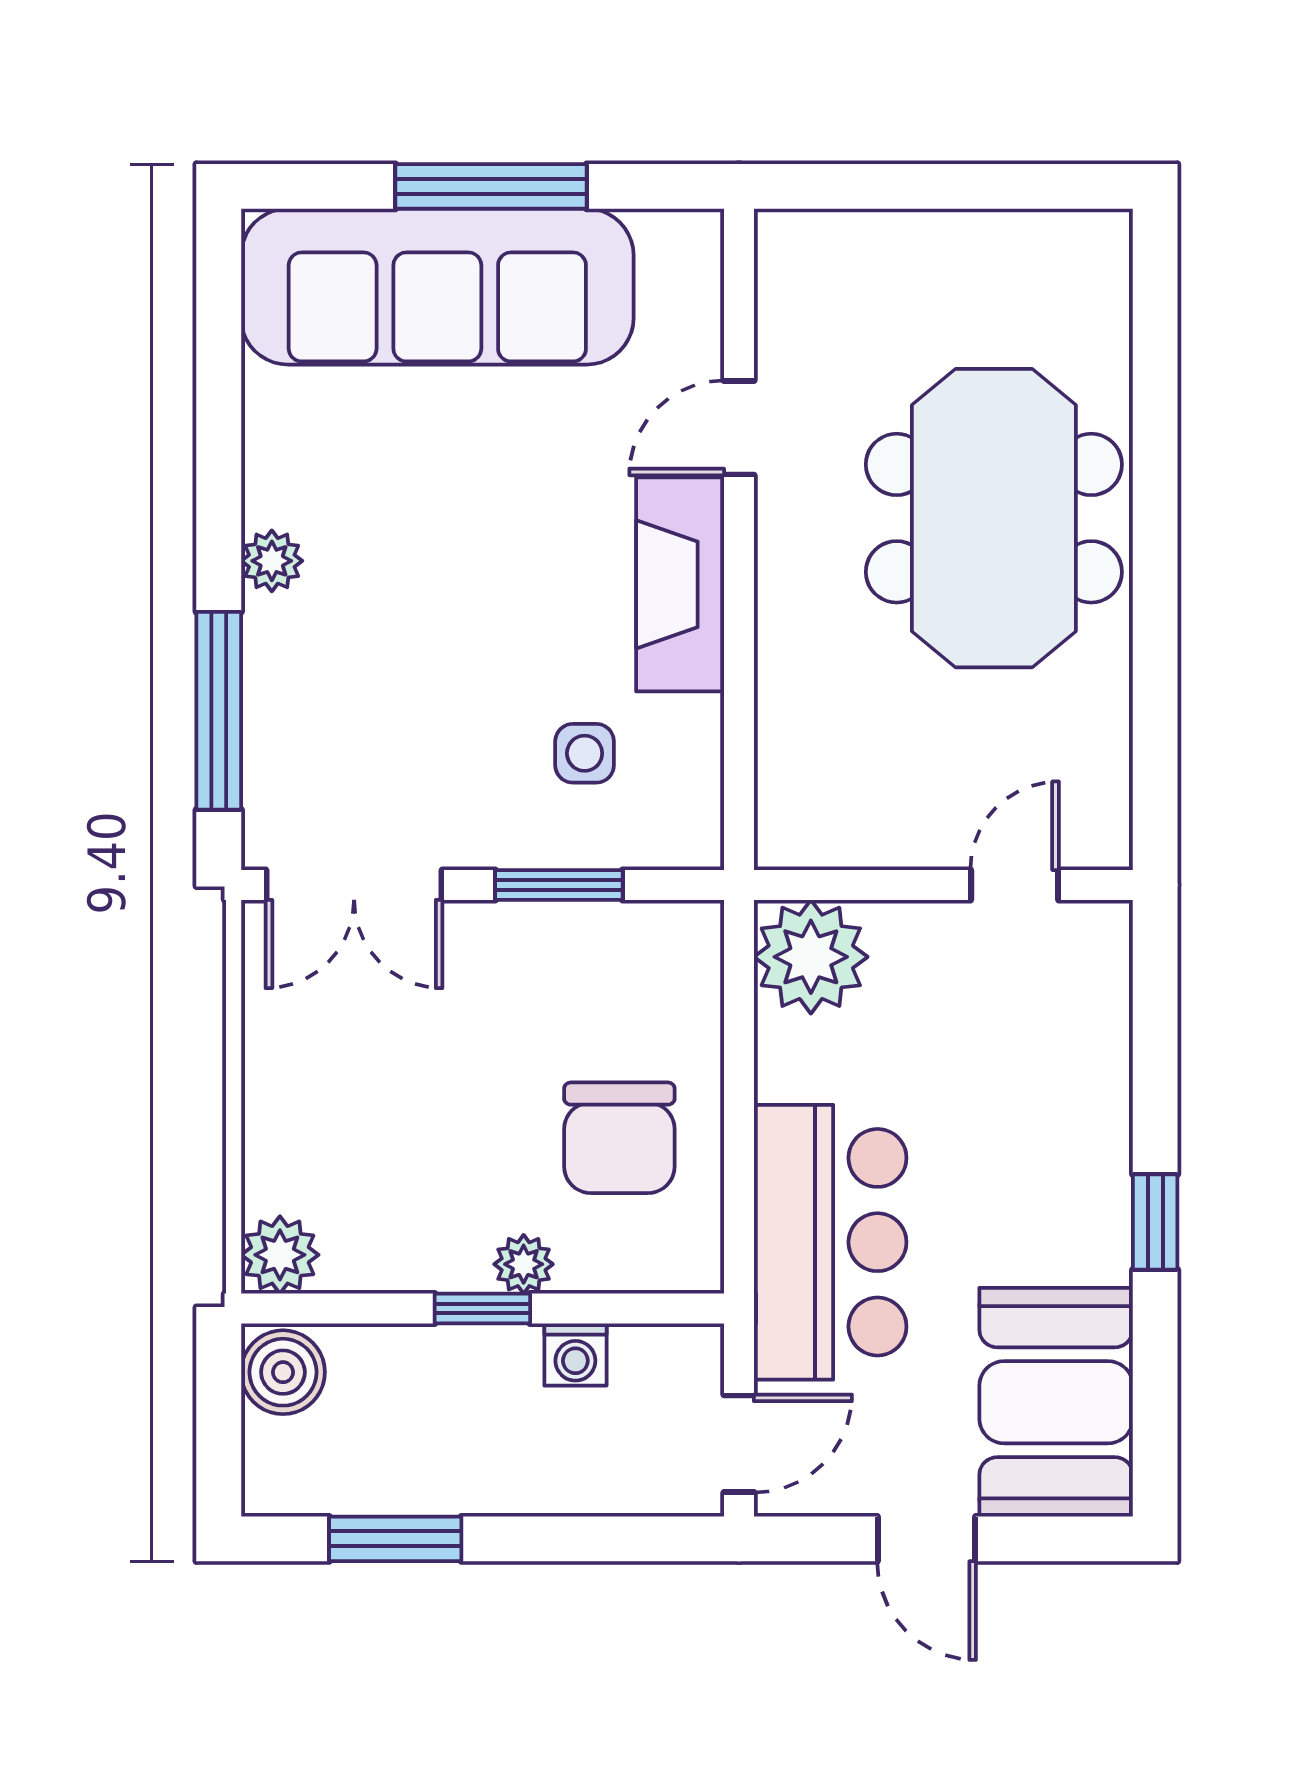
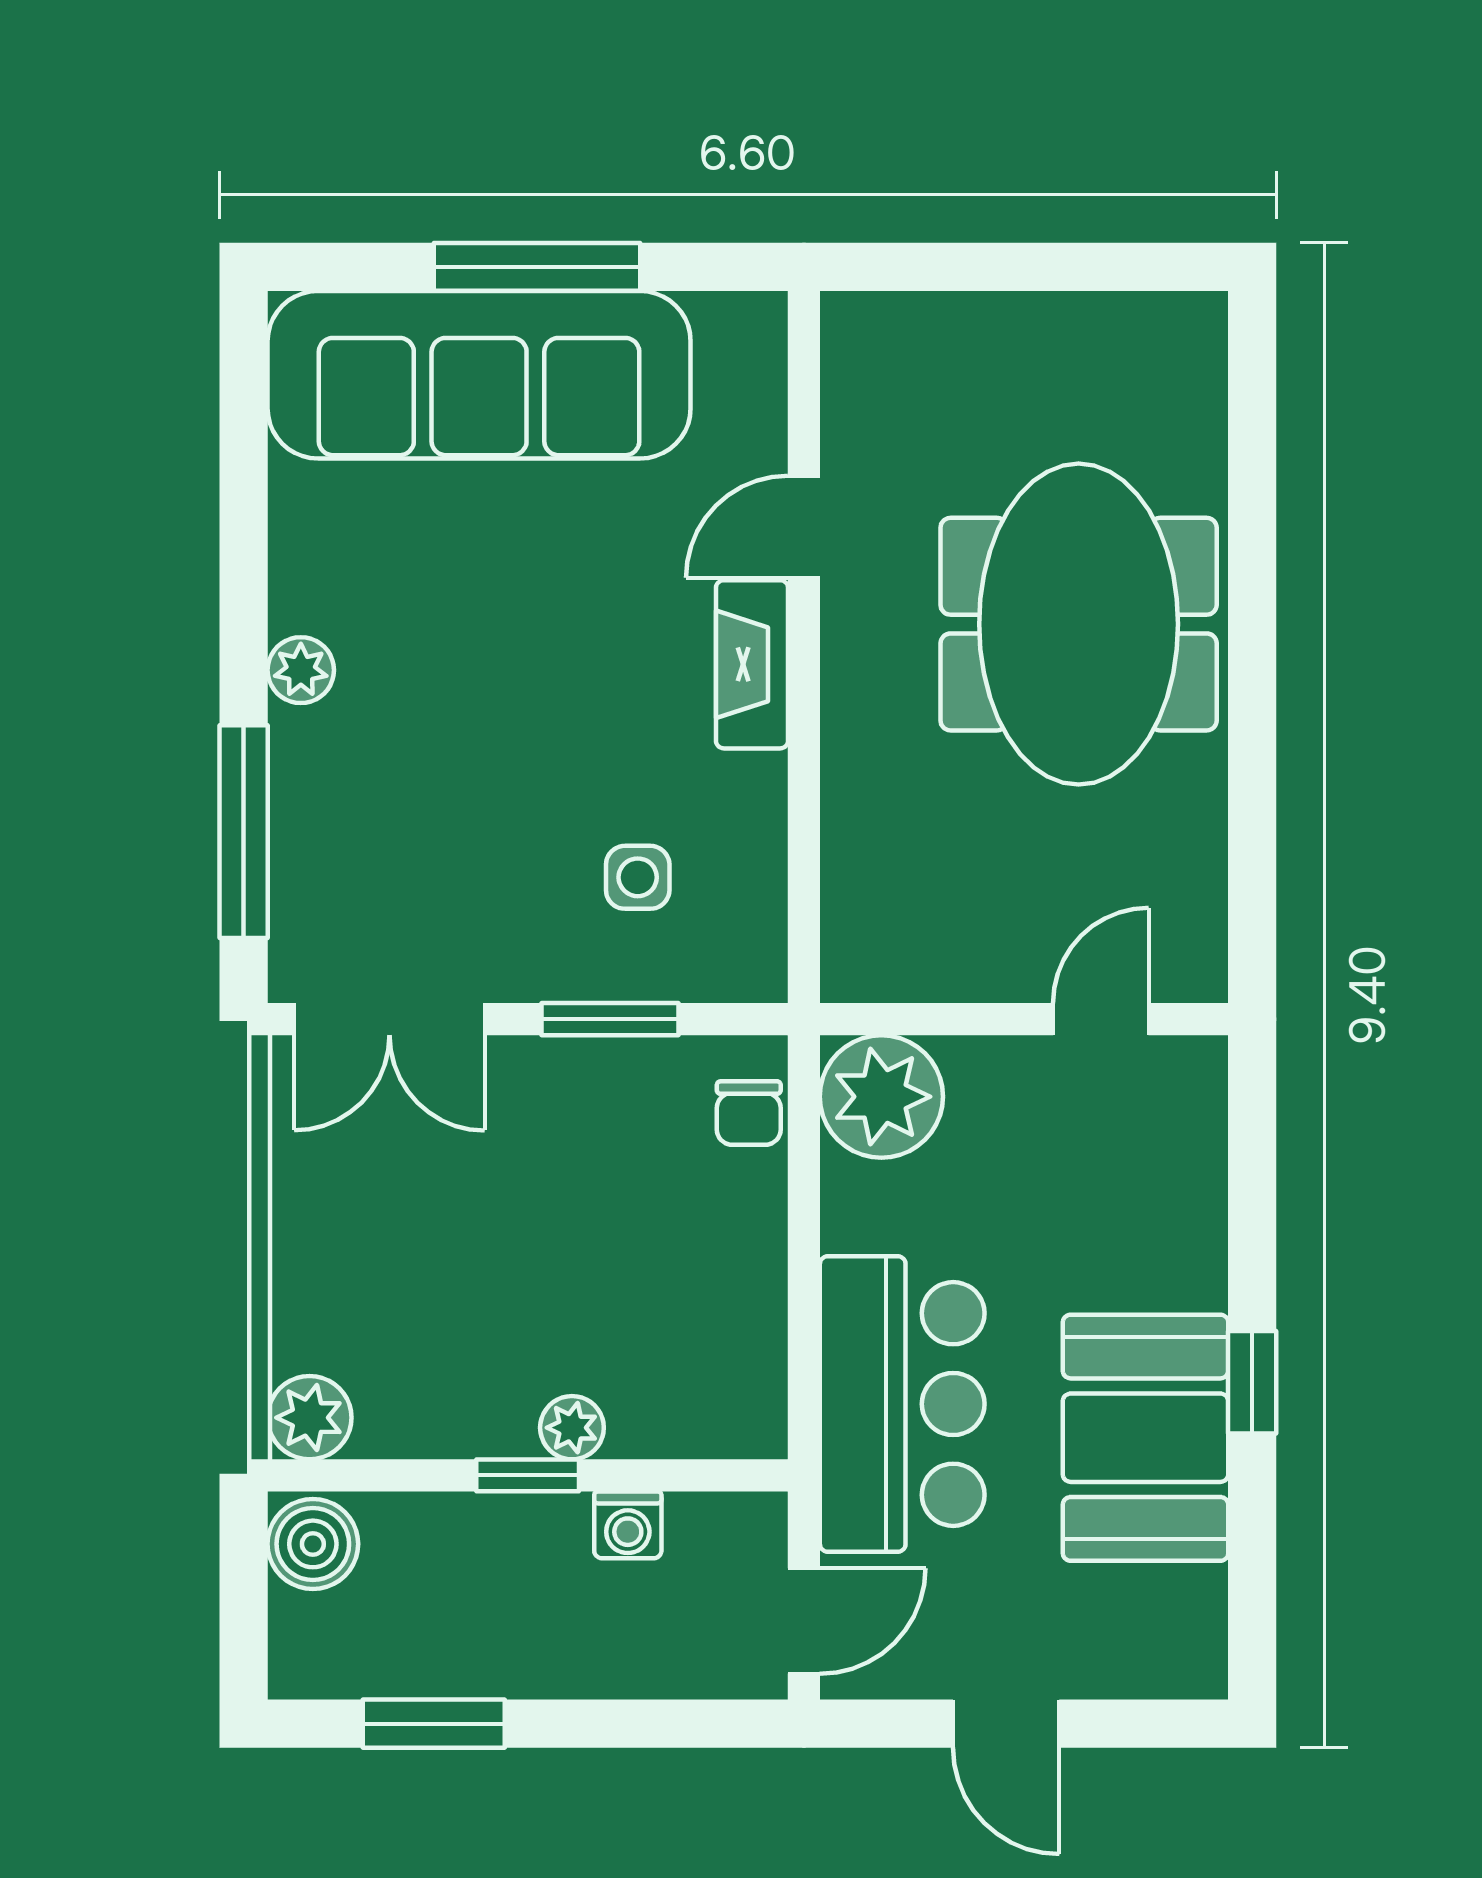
fireplace: (680, 584) -> (752, 664), width x0.73, depth x0.76
chair: (619, 1138) -> (749, 1113), moved, width x0.54, depth x0.54
booth: (1056, 1402) -> (1146, 1438), moved

